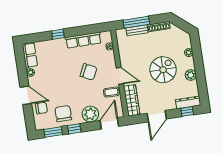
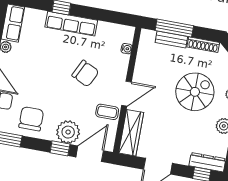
row of seats: (83, 40) -> (71, 24), moved
spiral stairs: (163, 70) -> (195, 92), moved
door: (120, 76) -> (126, 94), hinge flipped
window: (74, 129) -> (60, 148), moved

